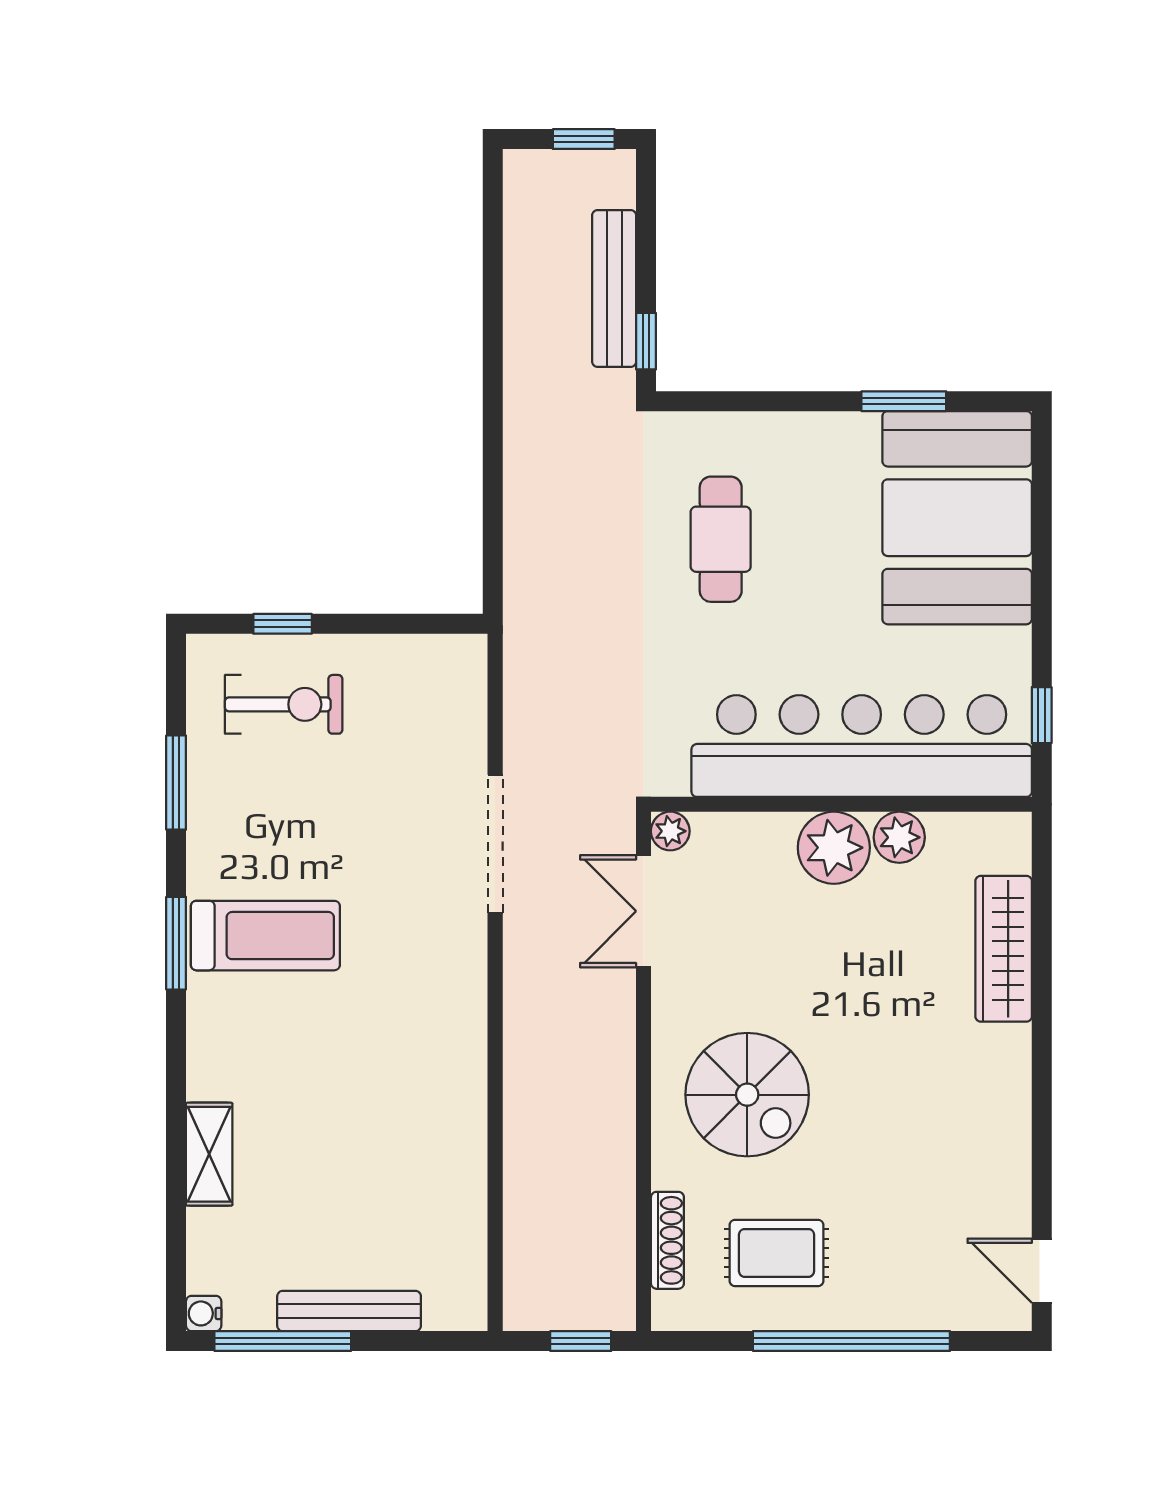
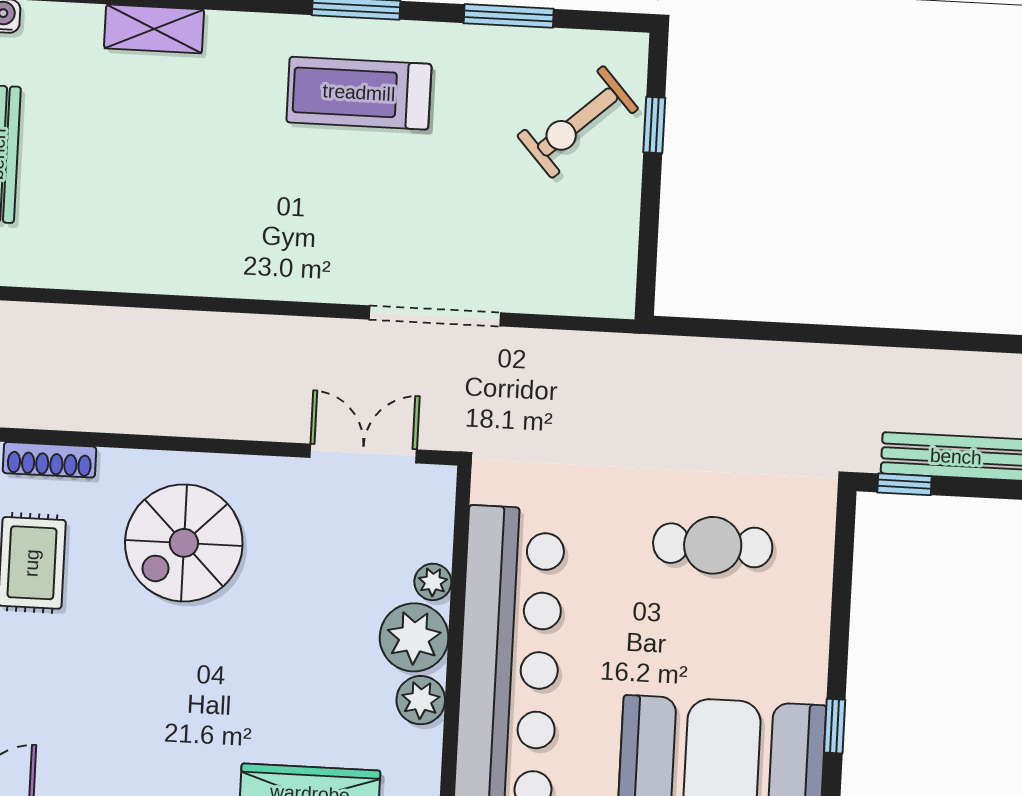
window: (904, 401) -> (835, 726), width x0.67
exercise bike: (284, 704) -> (578, 122), turned 48
plant: (670, 831) -> (433, 582), moved
treadmill: (265, 936) -> (359, 93), turned 90

